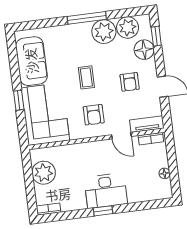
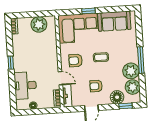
door: (121, 136) -> (60, 78), swing flipped
desk: (106, 191) -> (25, 85), moved

